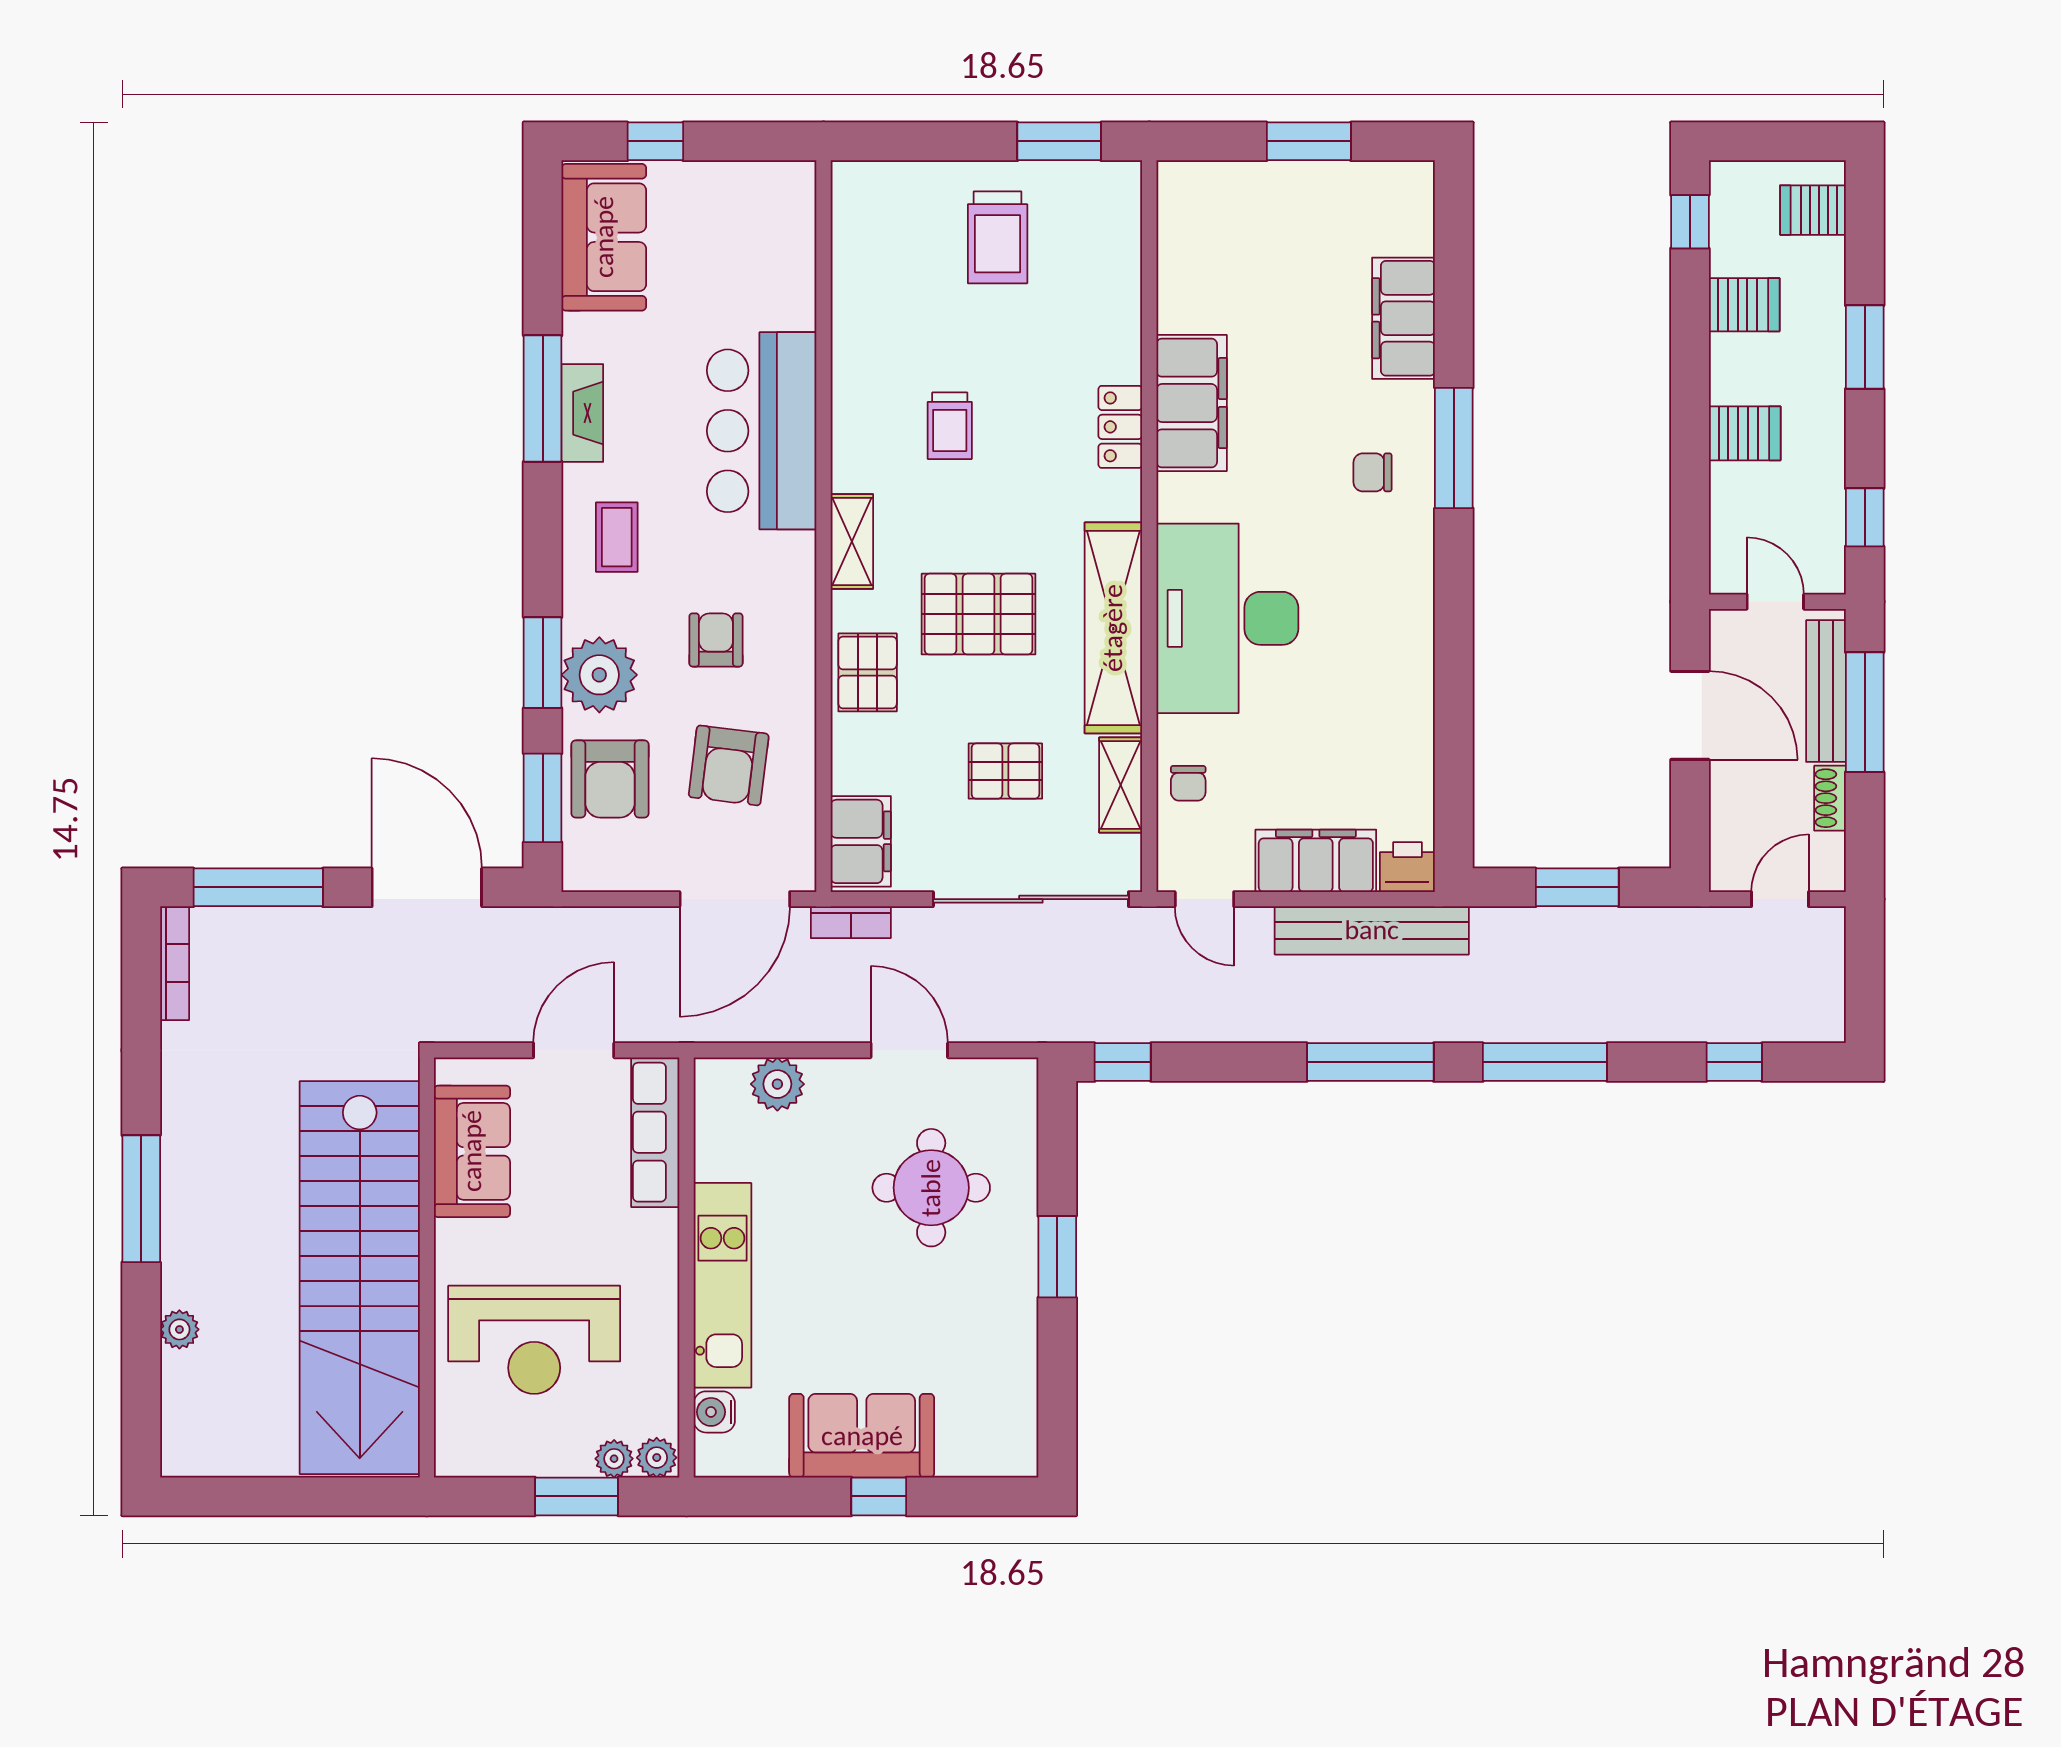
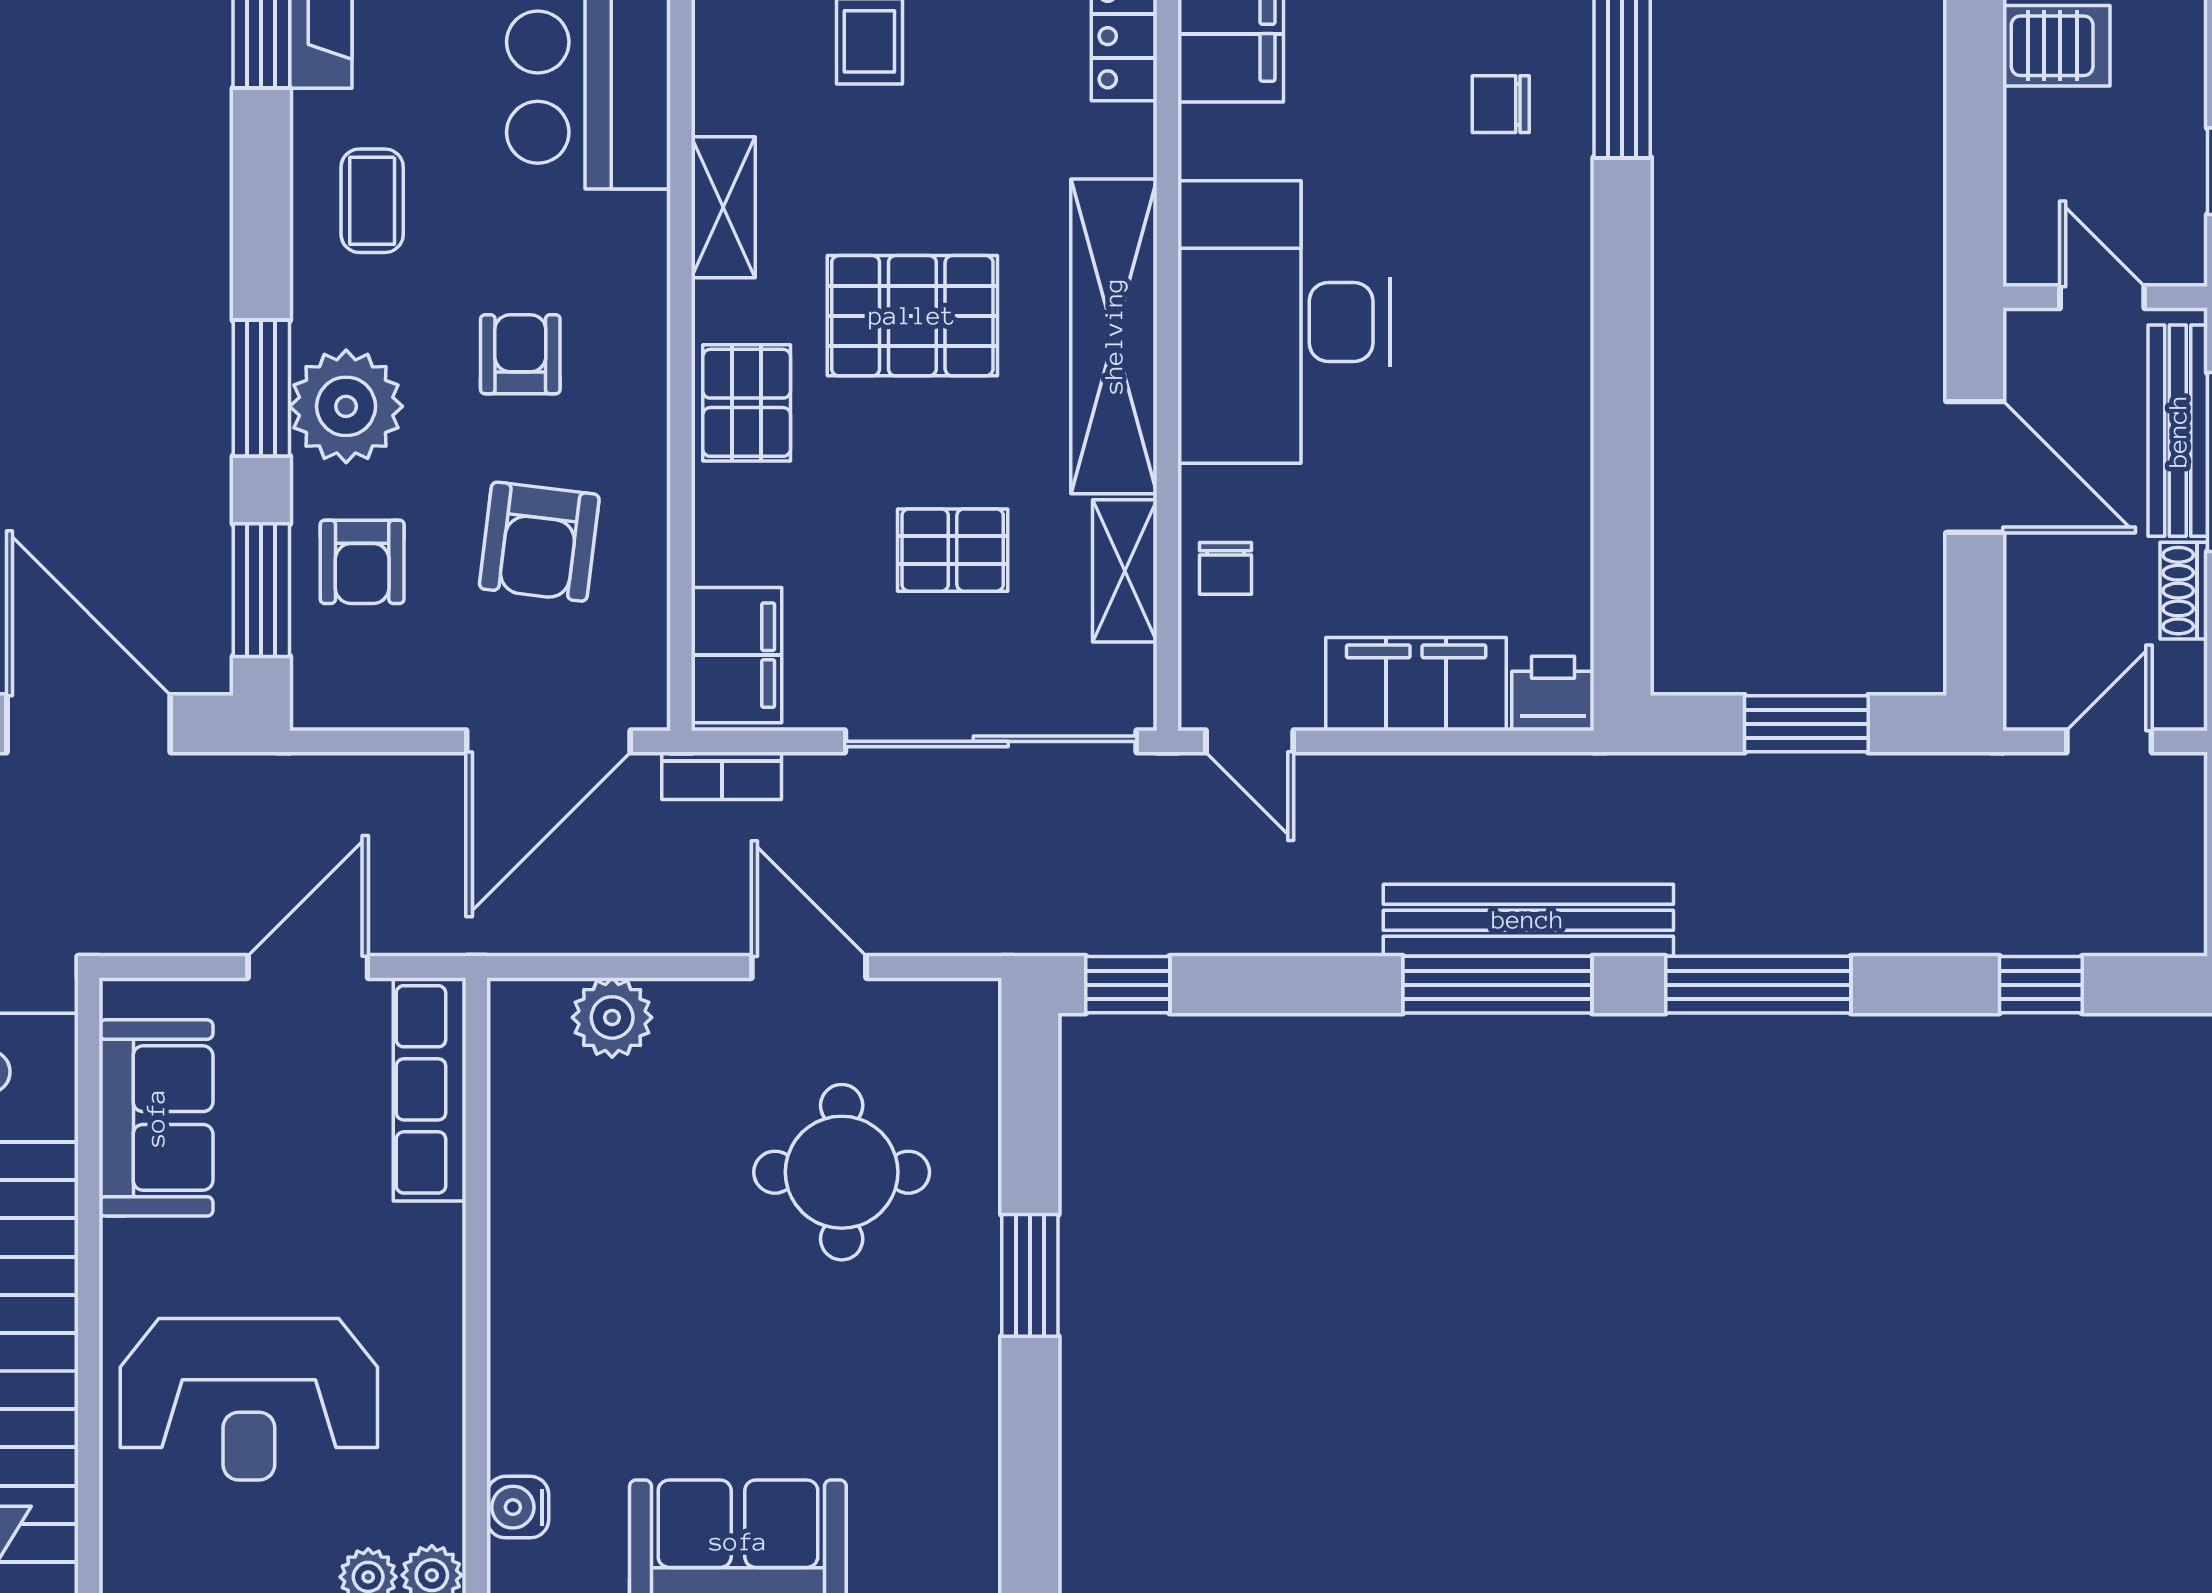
armchair: (610, 779) -> (362, 562), width x0.72, depth x0.72
bench: (1372, 930) -> (1528, 920), moved
kitchen unit: (722, 1285) -> (530, 1318), removed

